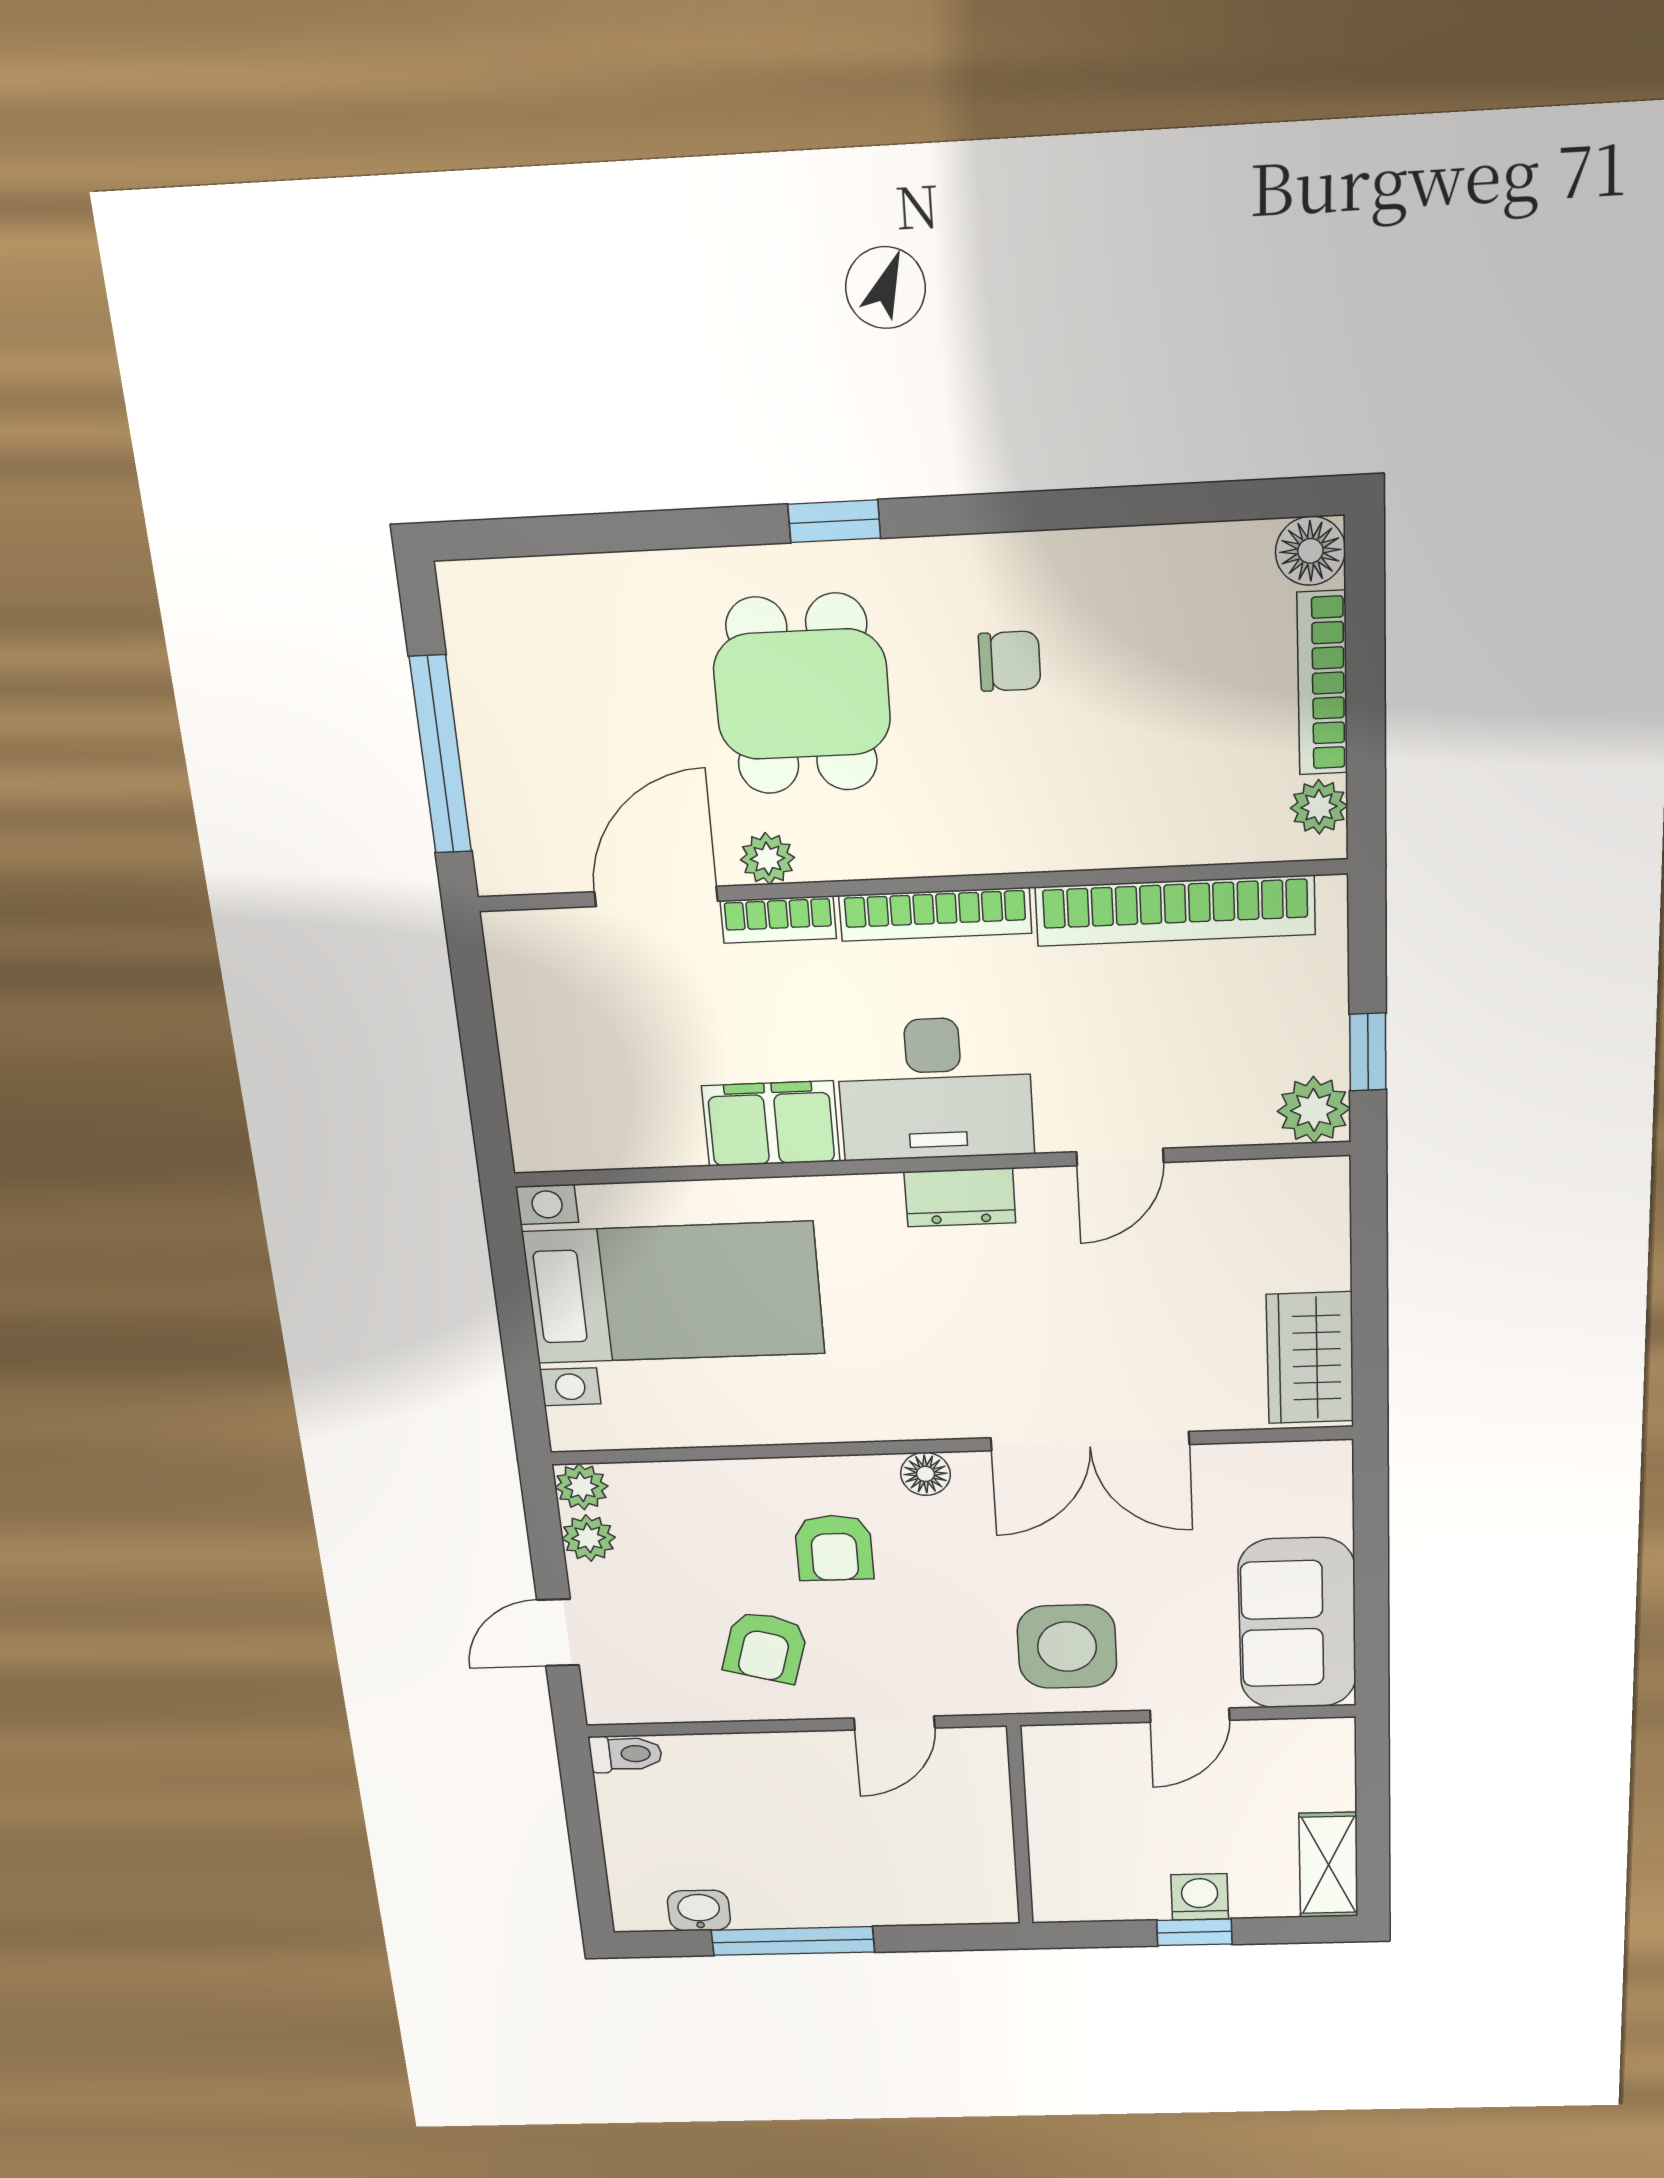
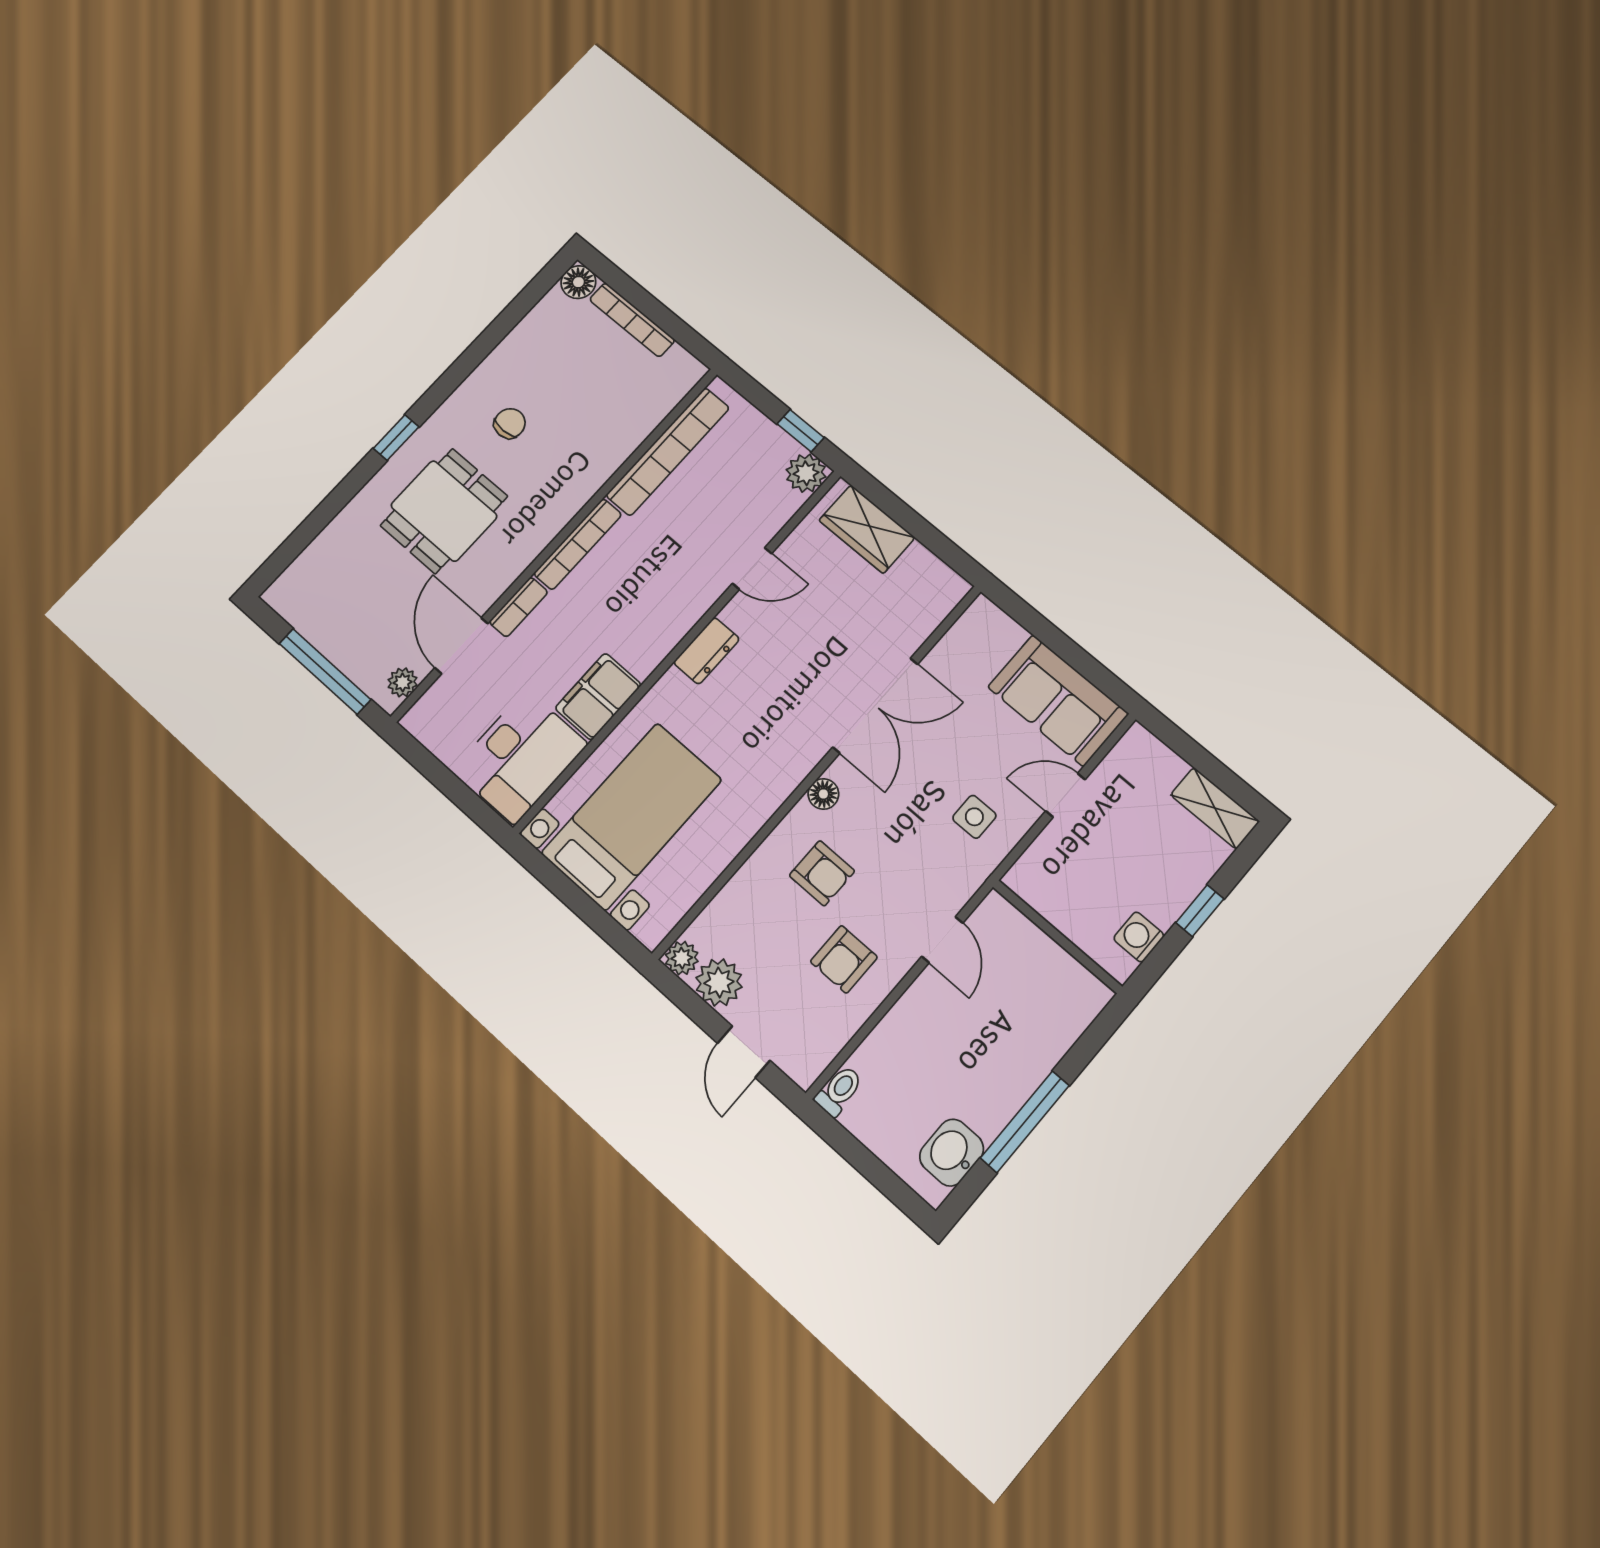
dining table: (802, 694) -> (444, 511), turned 90
plant: (1319, 807) -> (679, 362), removed
plant: (767, 859) -> (403, 682), moved
desk: (935, 1089) -> (520, 757), moved
door: (1120, 1157) -> (752, 569), hinge flipped
wardrobe: (1310, 1358) -> (867, 529), moved
plant: (589, 1538) -> (719, 982), width x1.38, depth x1.38
armchair: (765, 1647) -> (844, 959), turned 74
side table: (1067, 1647) -> (974, 817), width x0.54, depth x0.54
door: (1190, 1715) -> (1065, 795), swing flipped
washing machine: (1200, 1897) -> (1139, 937), moved
washbasin: (699, 1911) -> (952, 1153), width x1.38, depth x1.45

